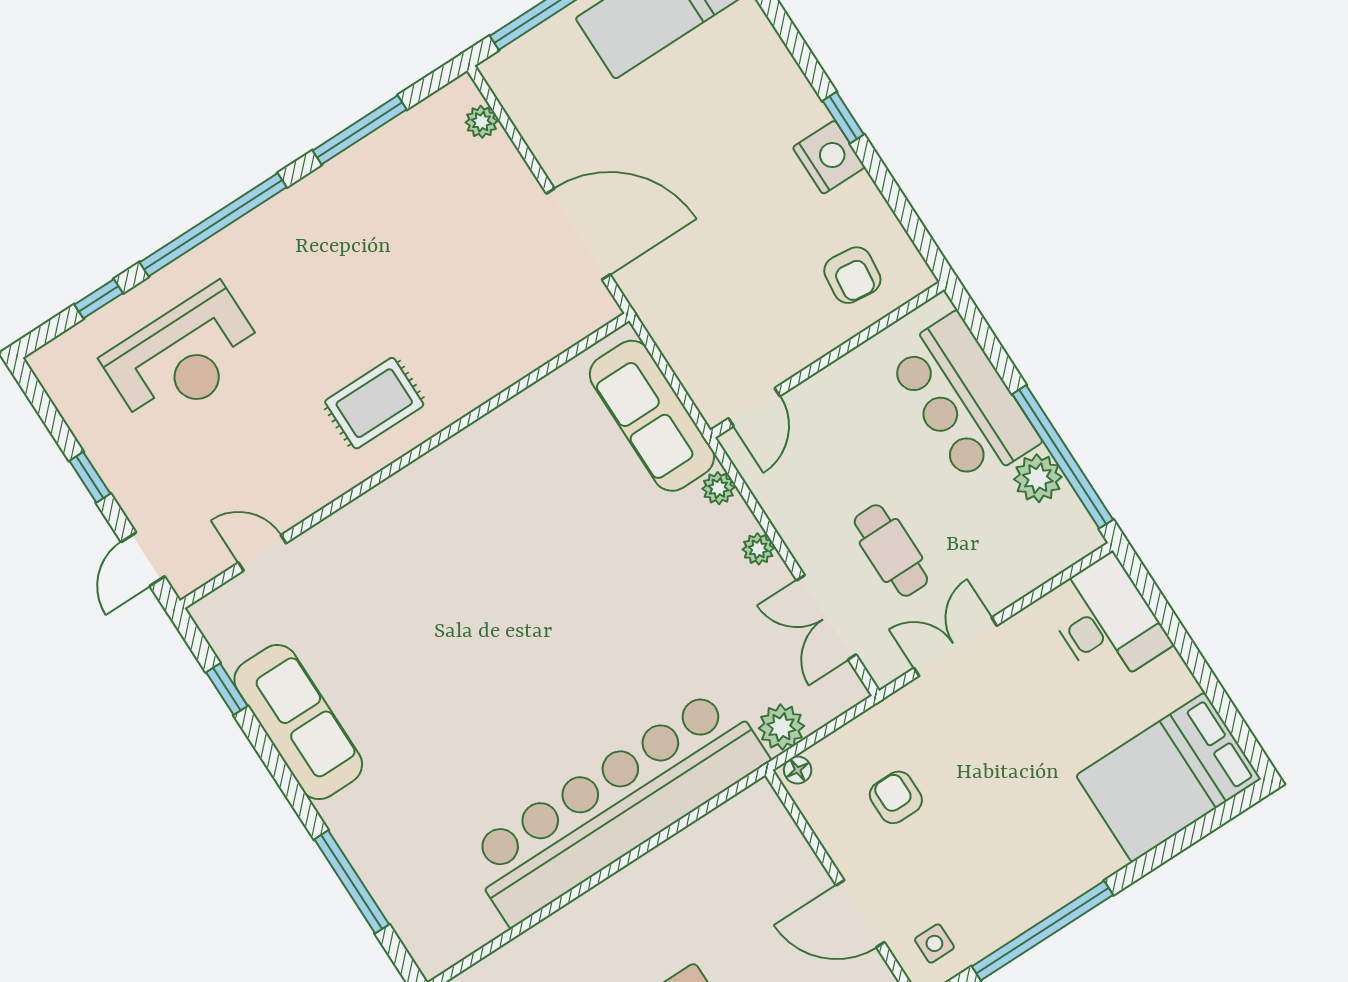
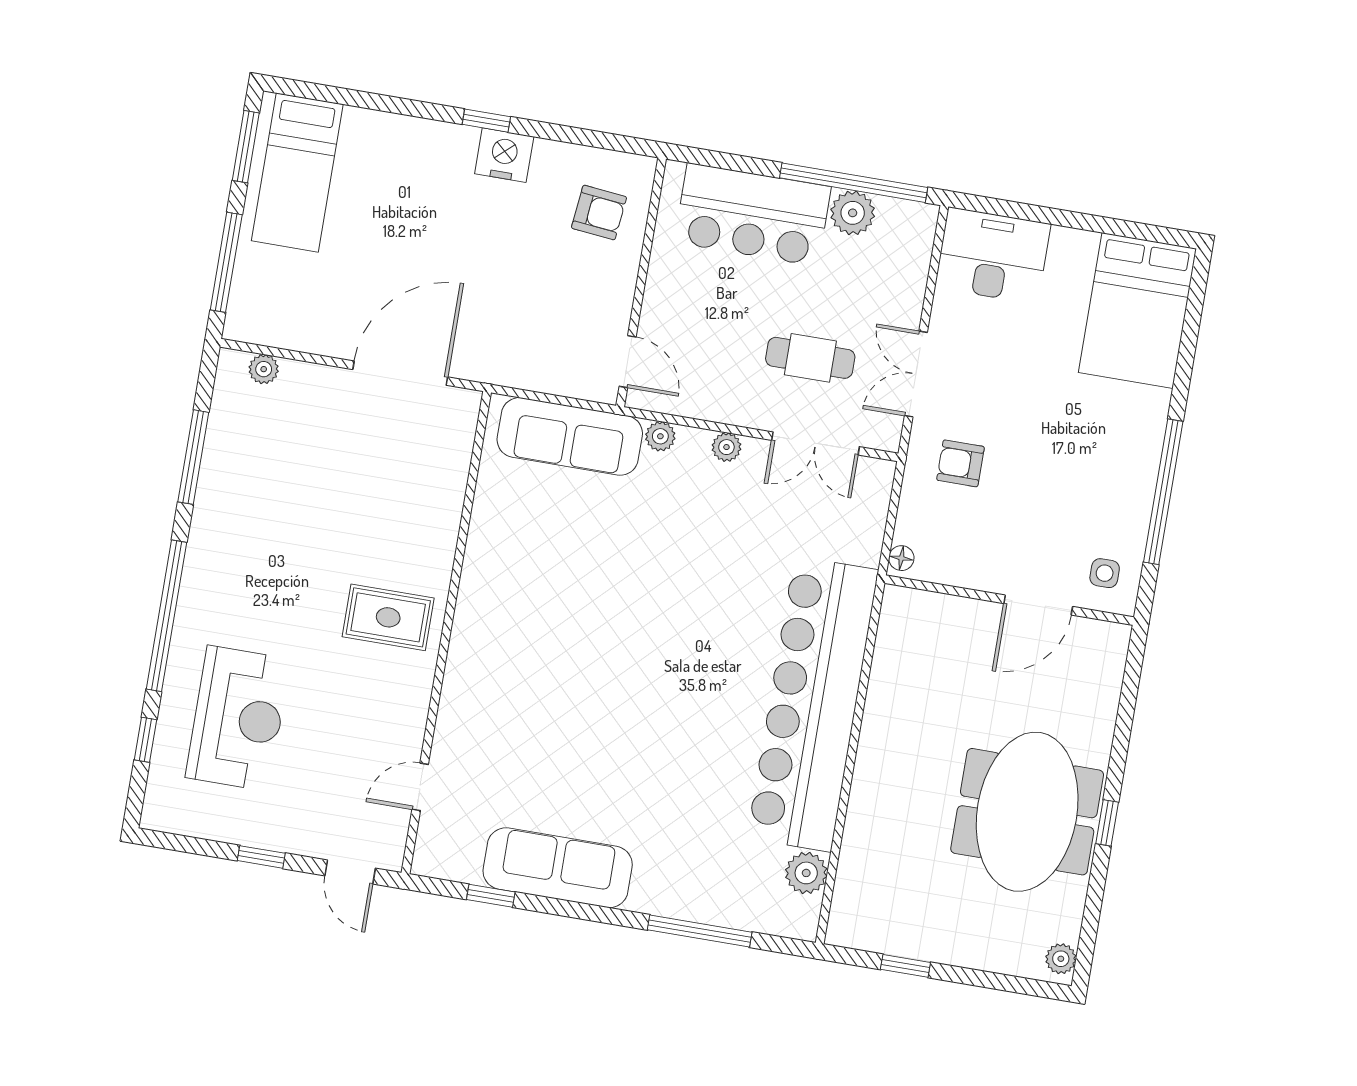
rug: (374, 403) -> (388, 617), turned 90
plant: (781, 727) -> (806, 873), moved
armchair: (896, 797) -> (961, 463), moved

